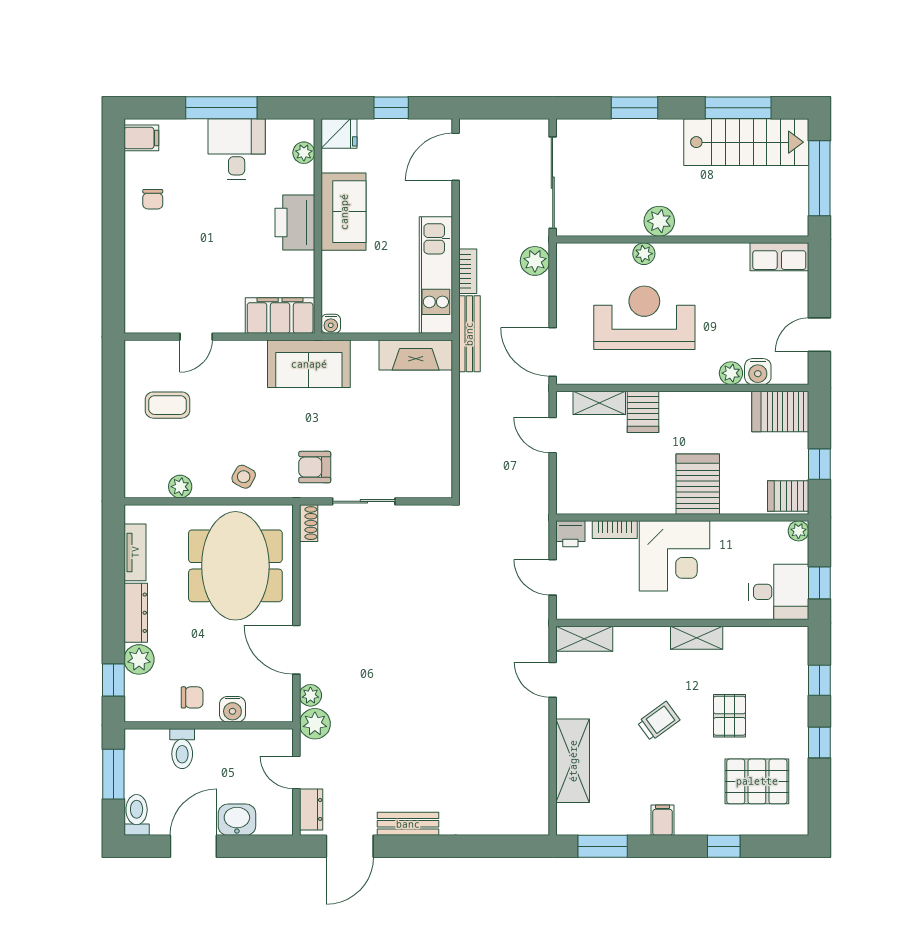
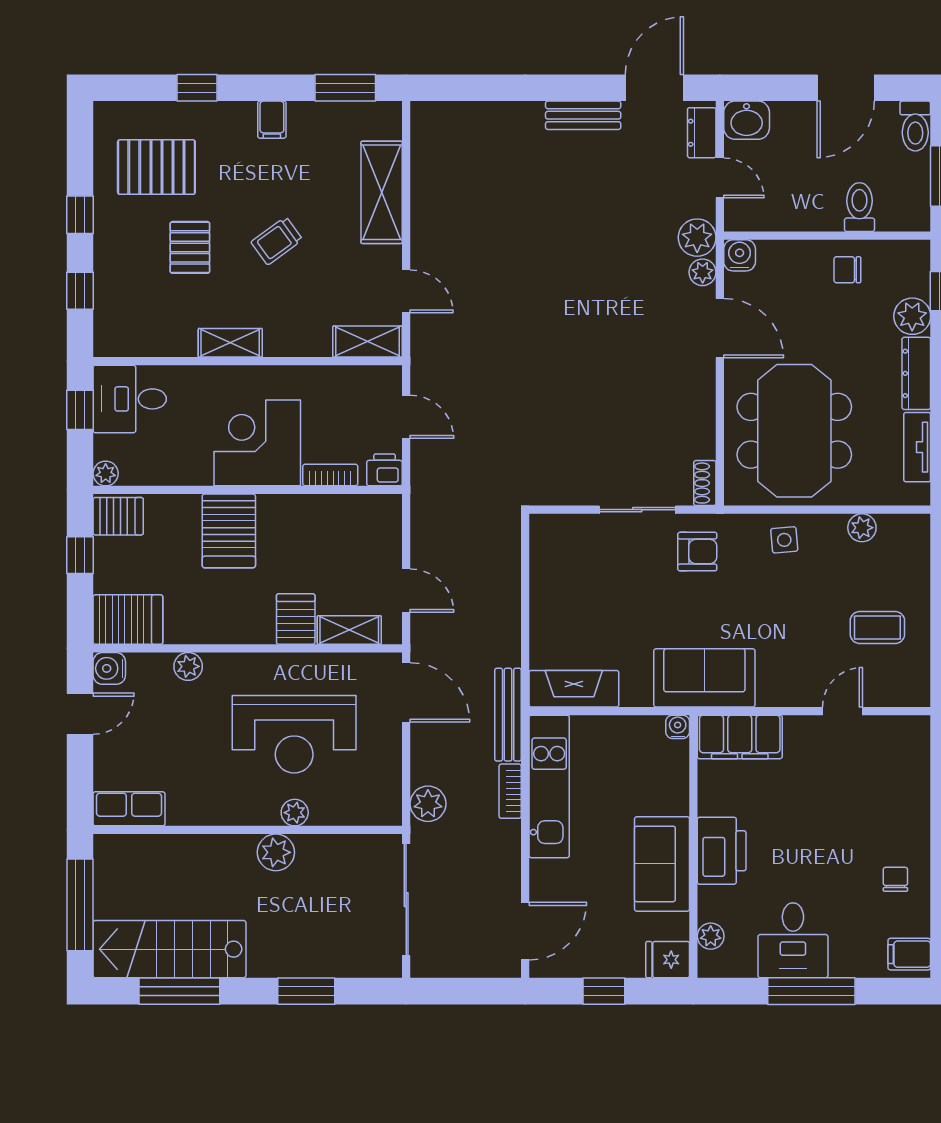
water cooler: (758, 372) -> (109, 668), moved, turned -90
side table: (244, 477) -> (784, 540), turned -33
water cooler: (232, 709) -> (740, 255), moved
washbasin: (237, 820) -> (747, 120), moved

